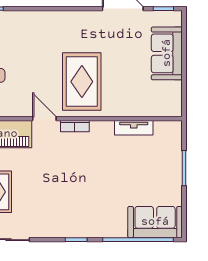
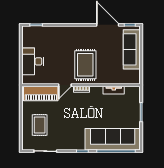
sofa: (167, 53) -> (132, 49), width x1.36
door: (44, 119) -> (65, 85), swing flipped
sofa: (155, 222) -> (113, 139), width x1.85, depth x1.27

